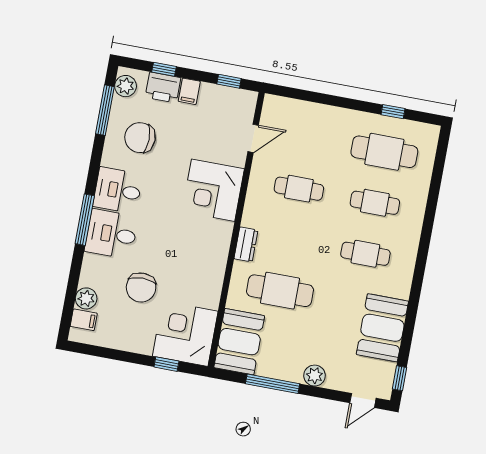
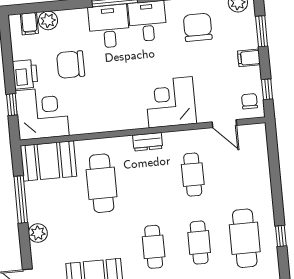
window: (164, 69) -> (262, 31), width x1.50
printer: (163, 88) -> (25, 74), moved, turned 180
chair: (237, 104) -> (249, 101), added
dresser: (246, 244) -> (148, 142), moved

